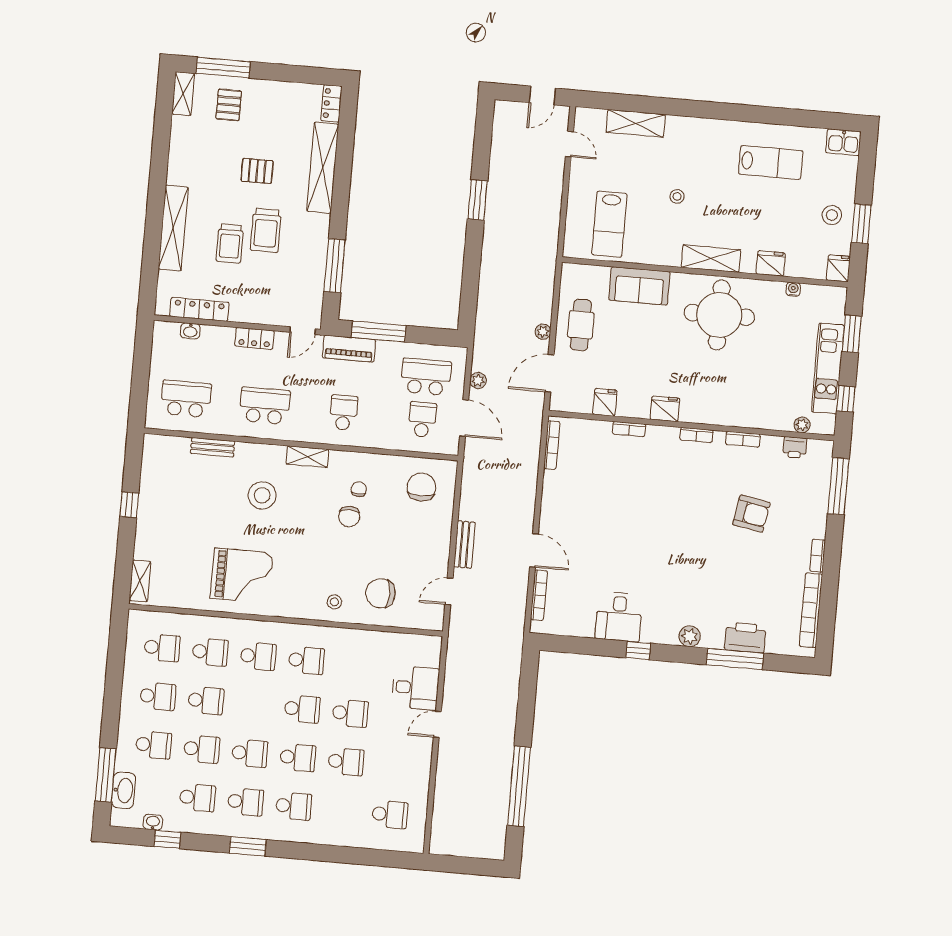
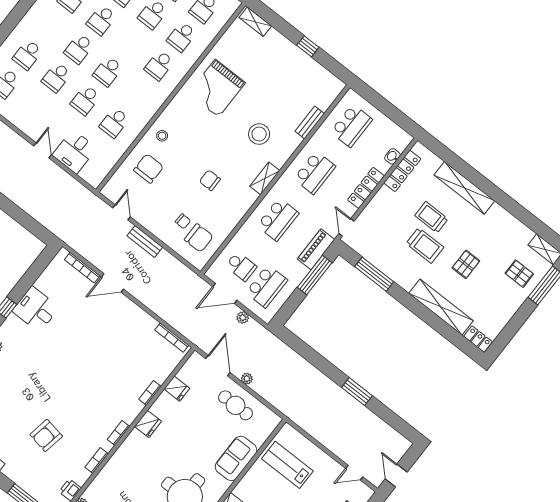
trolley: (266, 230) -> (425, 245), turned 180
locker: (254, 338) -> (366, 188), width x1.53
school desk: (343, 413) -> (278, 219), width x1.85
chair: (359, 489) -> (183, 221), moved
school desk: (306, 660) -> (114, 123), moved
school desk: (294, 806) -> (27, 55), moved

